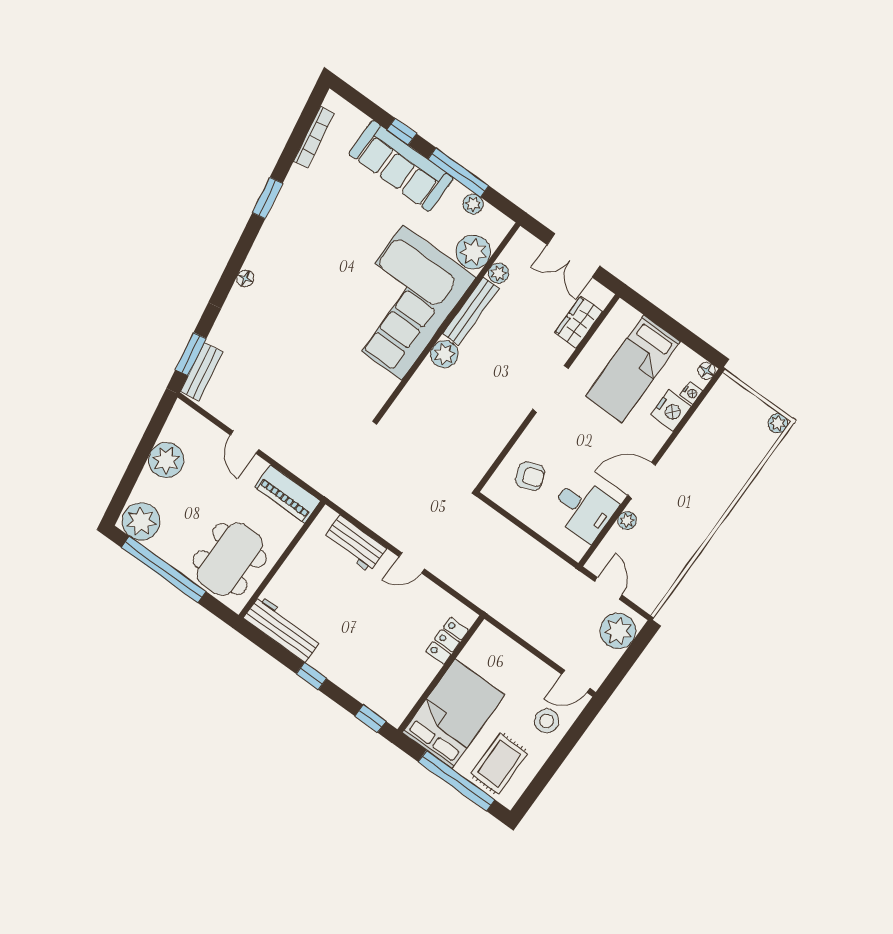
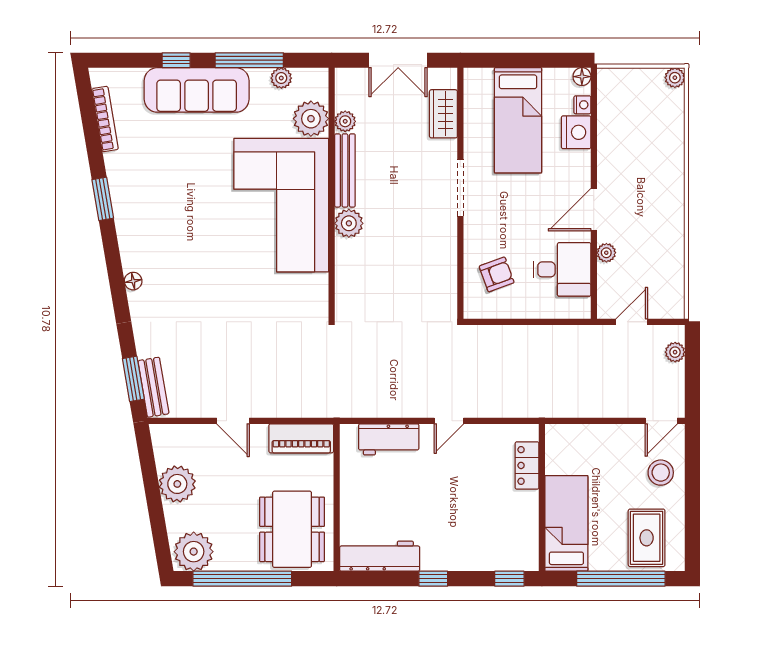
door: (608, 588) -> (632, 322), hinge flipped
plant: (618, 631) -> (675, 352), width x0.53, depth x0.53
bed: (454, 714) -> (566, 523), width x0.67

